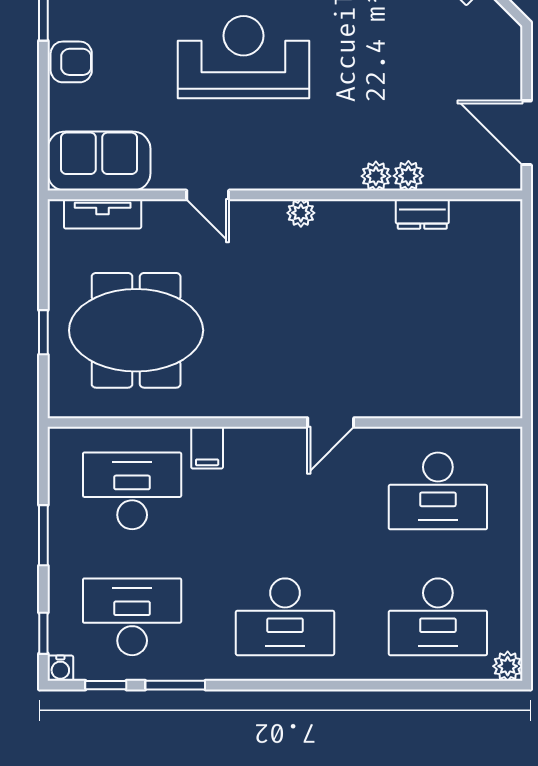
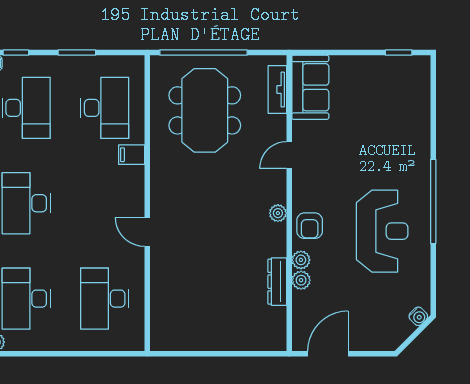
reception desk: (243, 57) -> (382, 231), moved
armchair: (71, 62) -> (310, 226), moved
dresser: (422, 214) -> (277, 282), width x1.44
window: (43, 332) -> (204, 53), width x3.17

